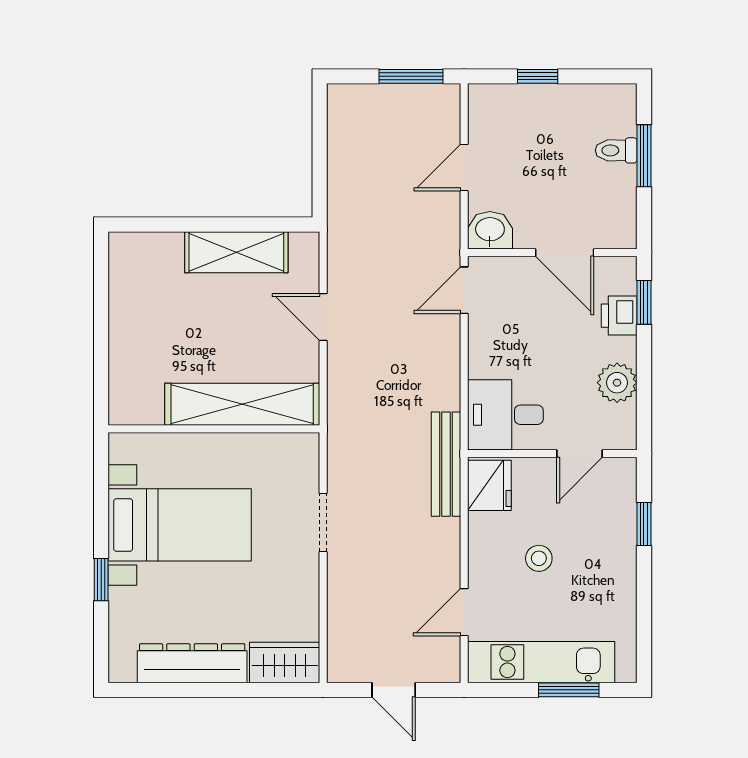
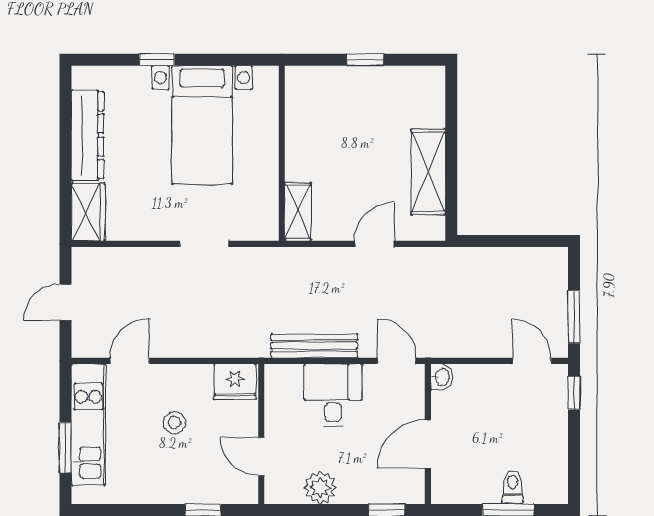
window: (538, 76) -> (574, 393), moved
door: (464, 168) -> (532, 361), moved
washbasin: (490, 230) -> (442, 377), width x0.72, depth x0.69
printer: (619, 316) -> (376, 489), removed
window: (101, 328) -> (365, 60), added
shelving: (242, 404) -> (298, 212), width x0.45, depth x0.75
desk: (505, 415) -> (333, 395), moved
bench: (446, 464) -> (314, 346), moved
door: (464, 612) -> (130, 361), hinge flipped

